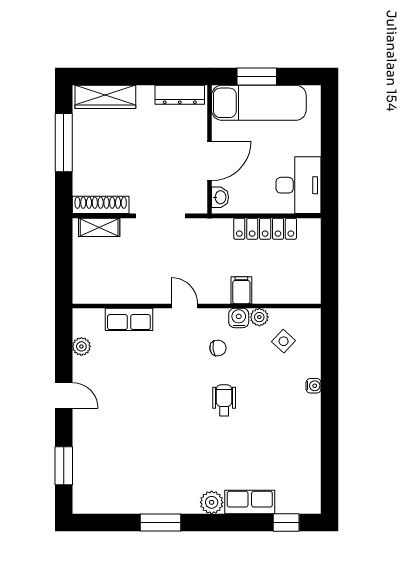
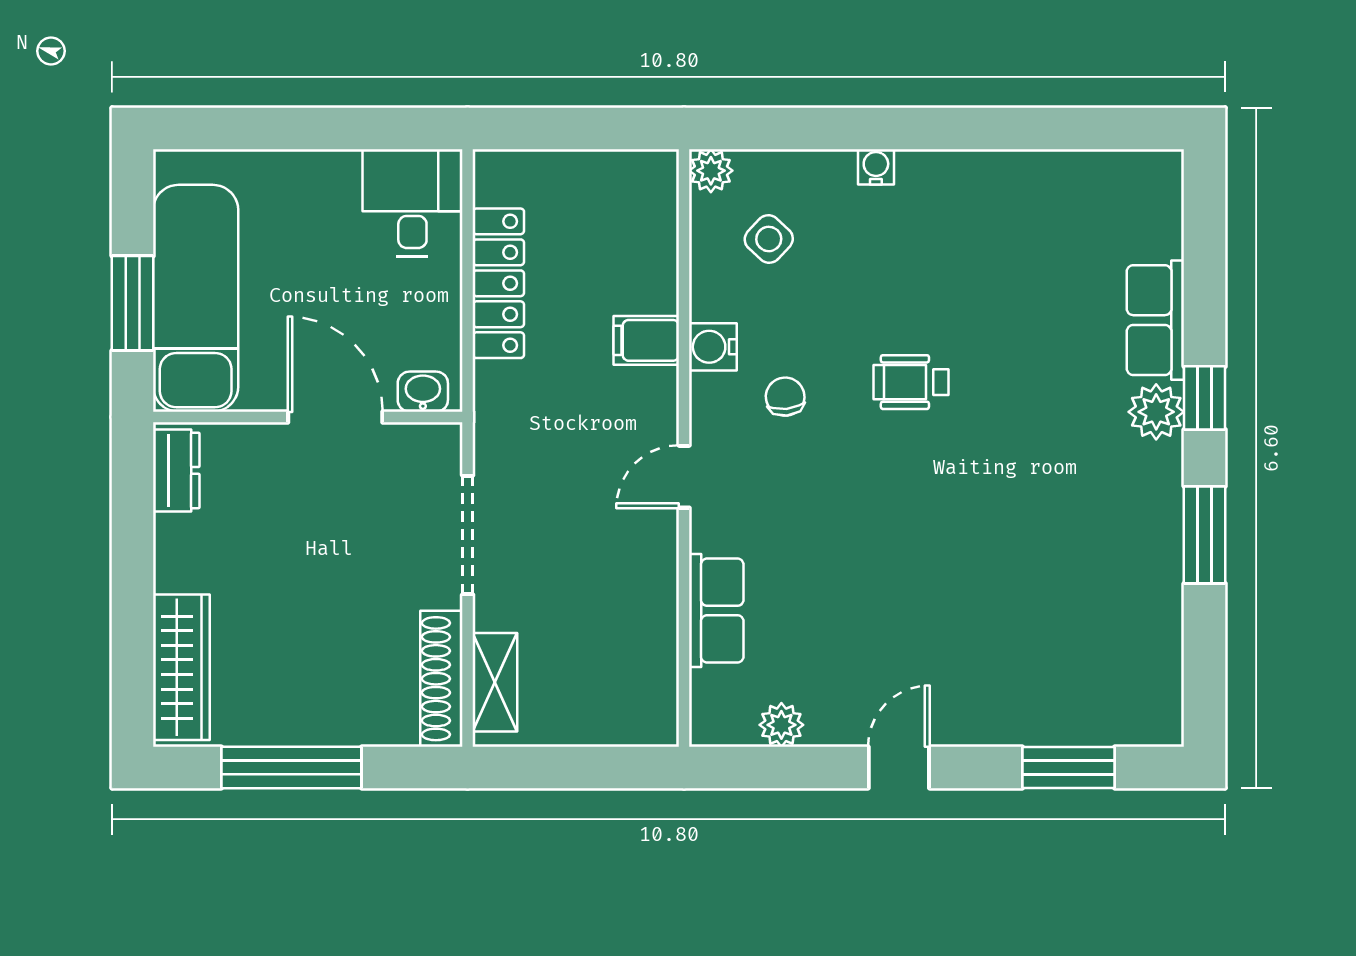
dresser: (180, 95) -> (176, 470), width x0.70
desk: (299, 185) -> (412, 203), width x0.73
plant: (259, 317) -> (711, 171), moved
window: (286, 522) -> (1205, 398), moved

